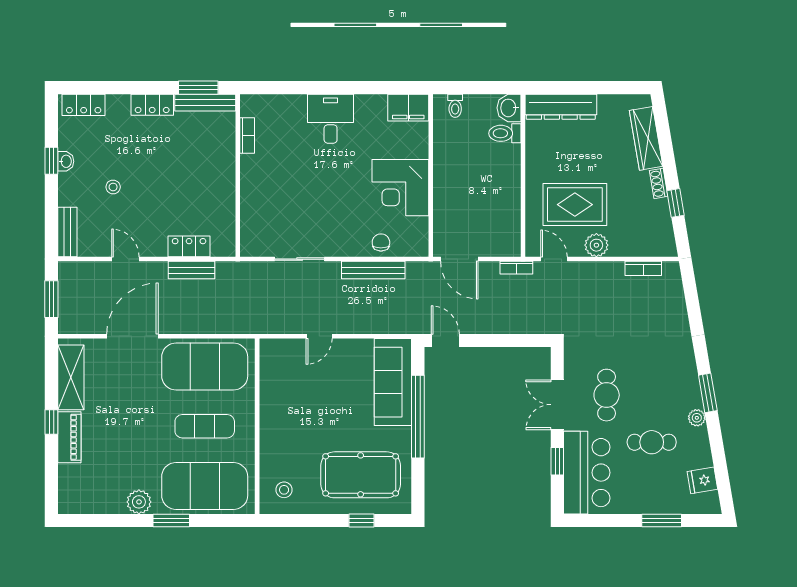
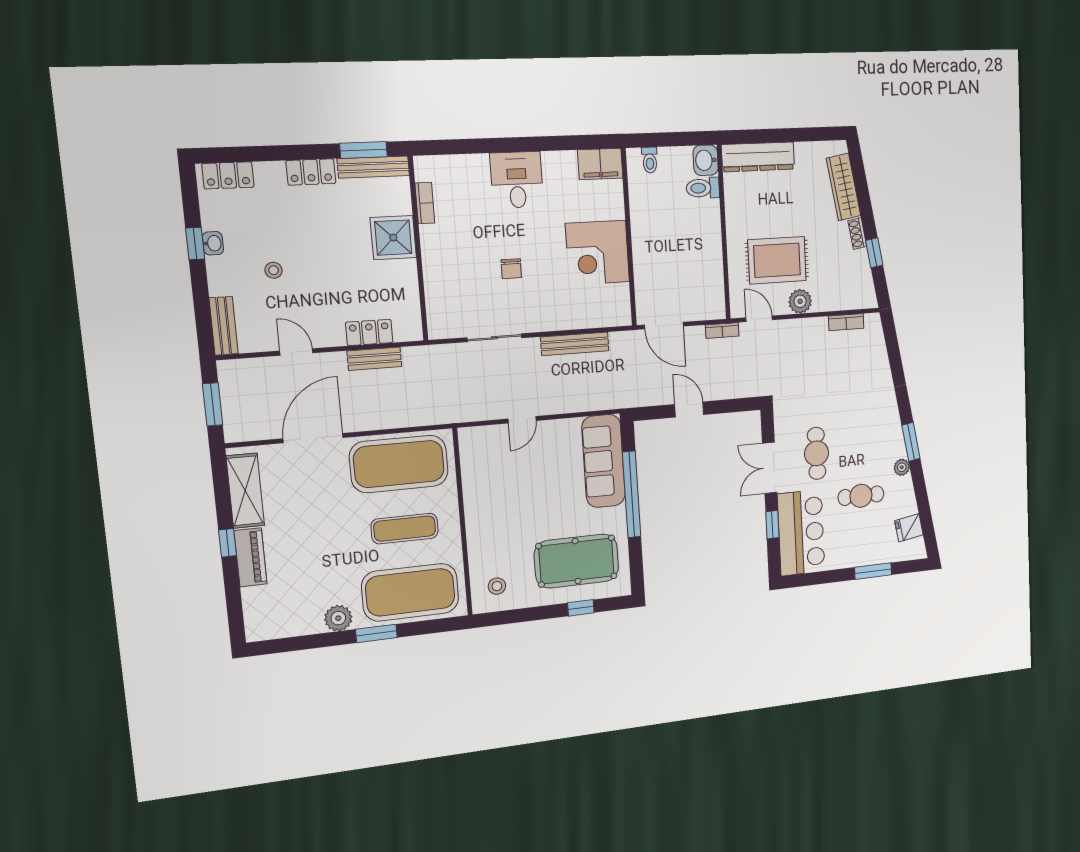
shower: (217, 164) -> (393, 238), added
chair: (381, 242) -> (511, 269), moved, turned 180
door: (445, 340) -> (689, 409), moved

